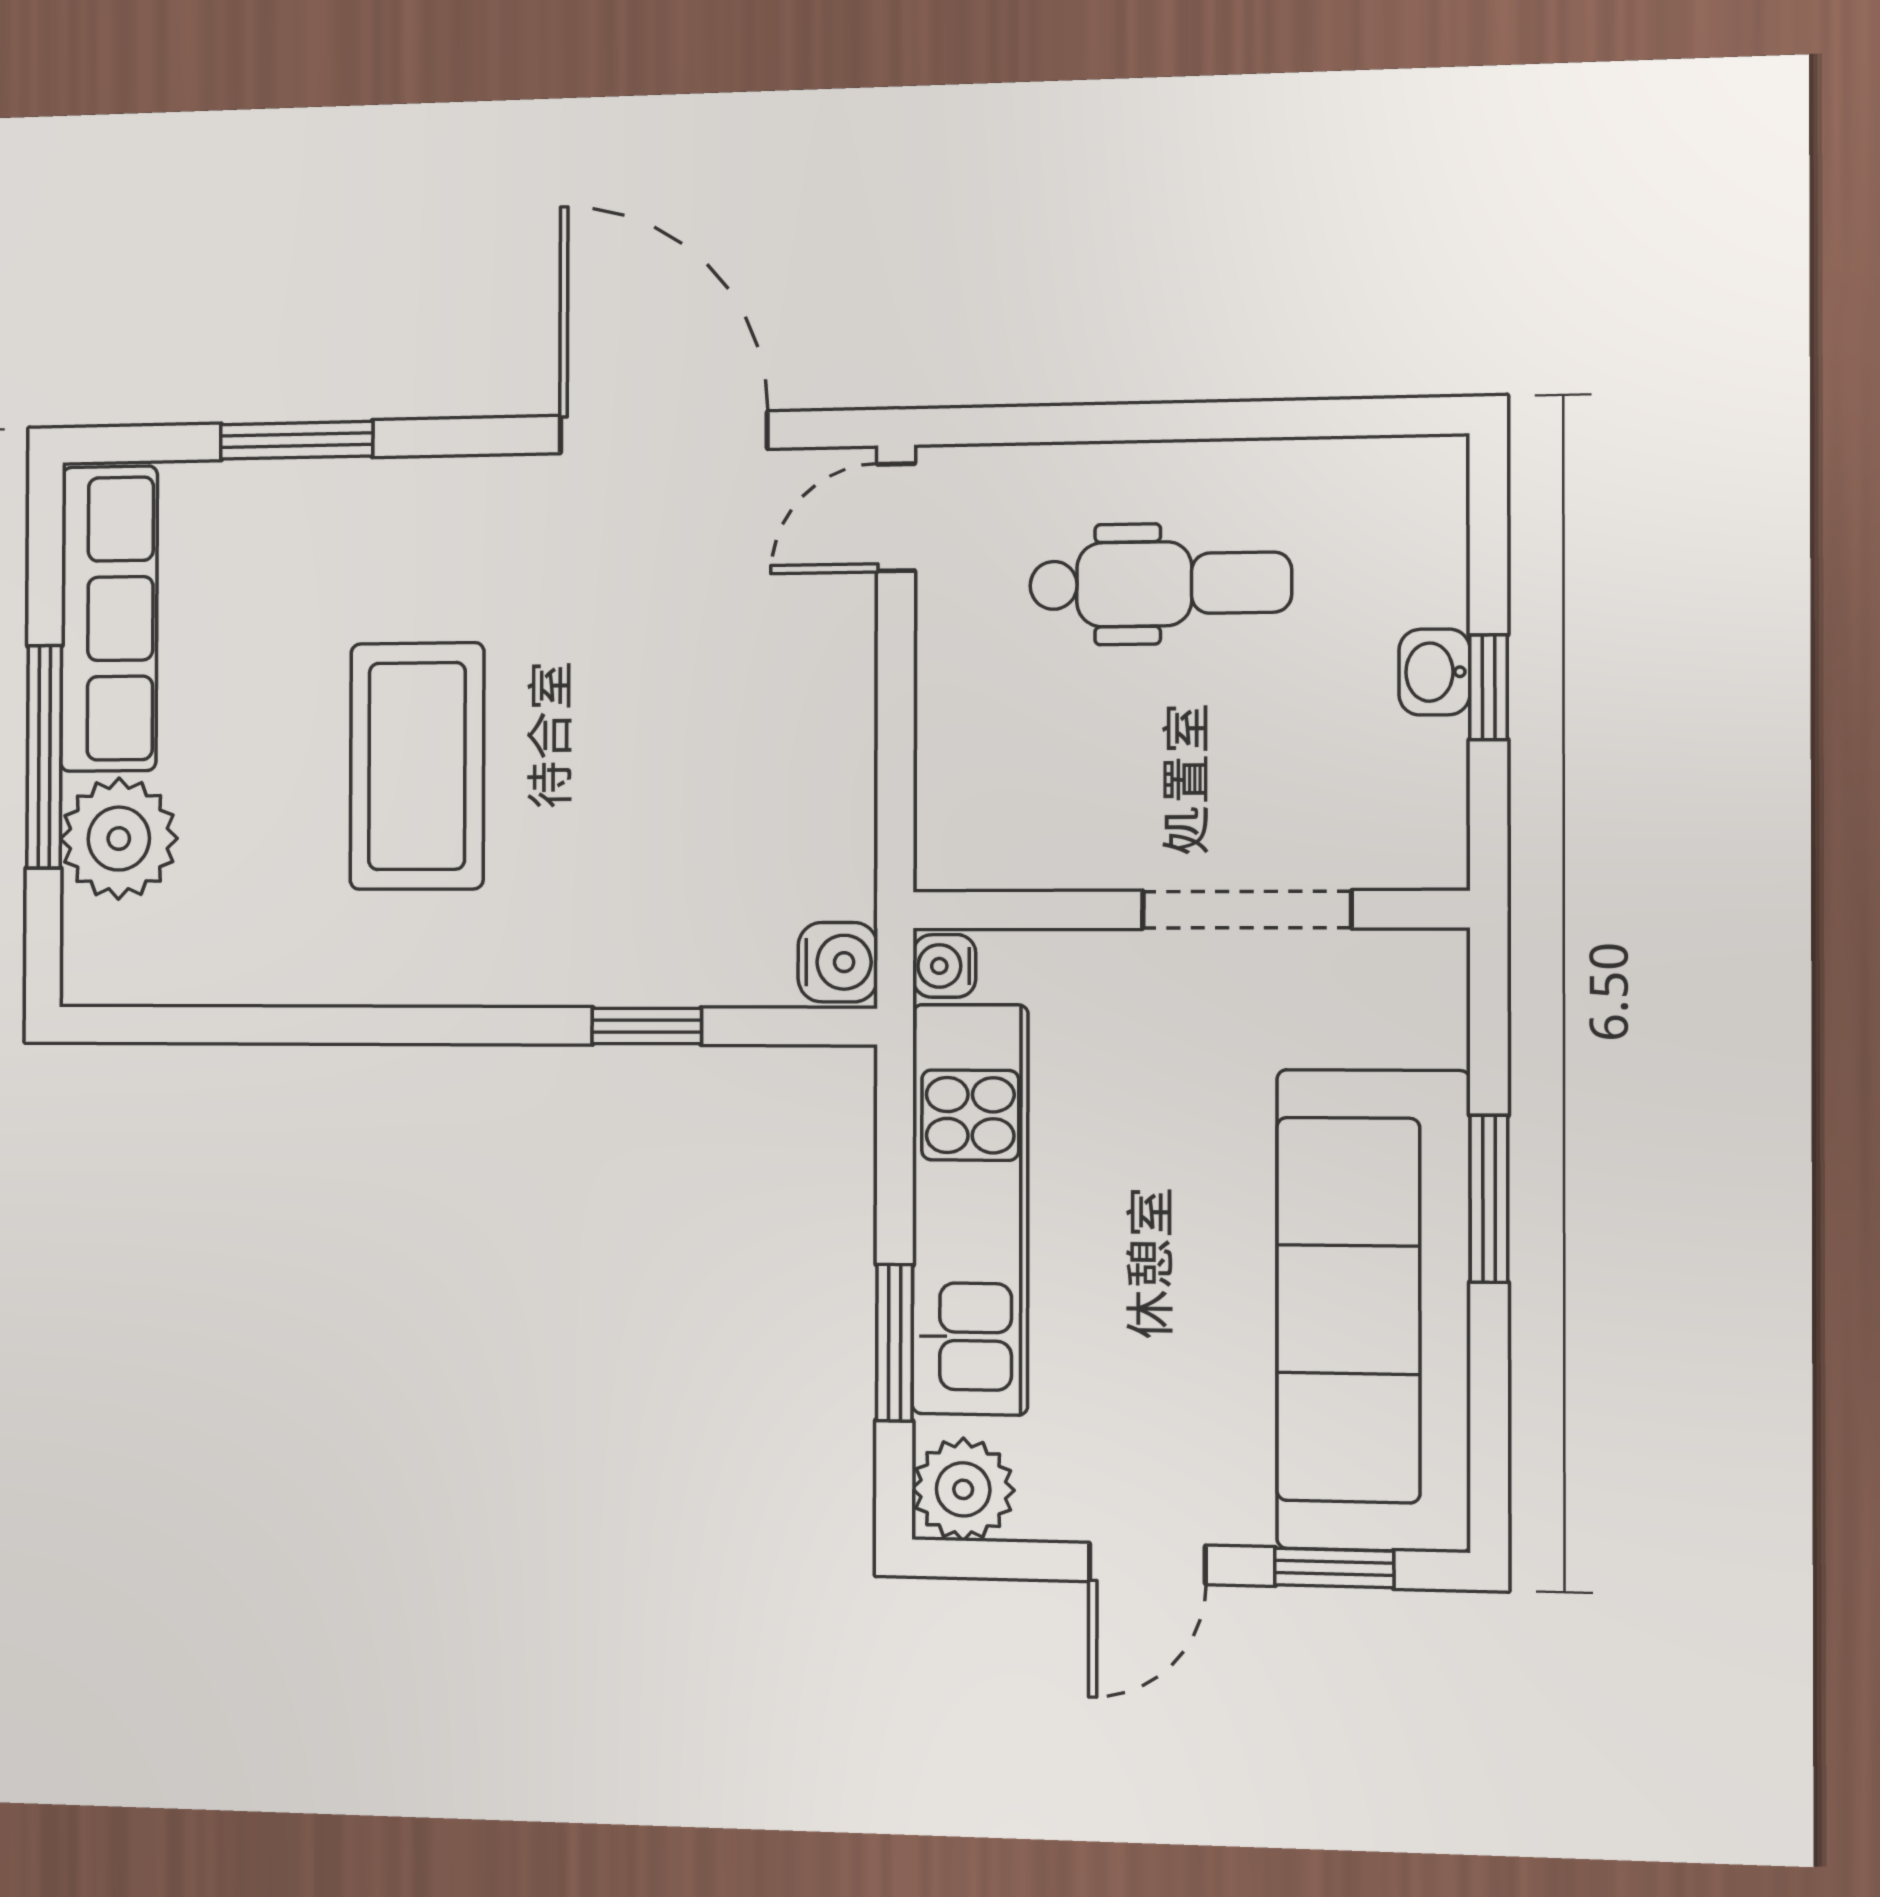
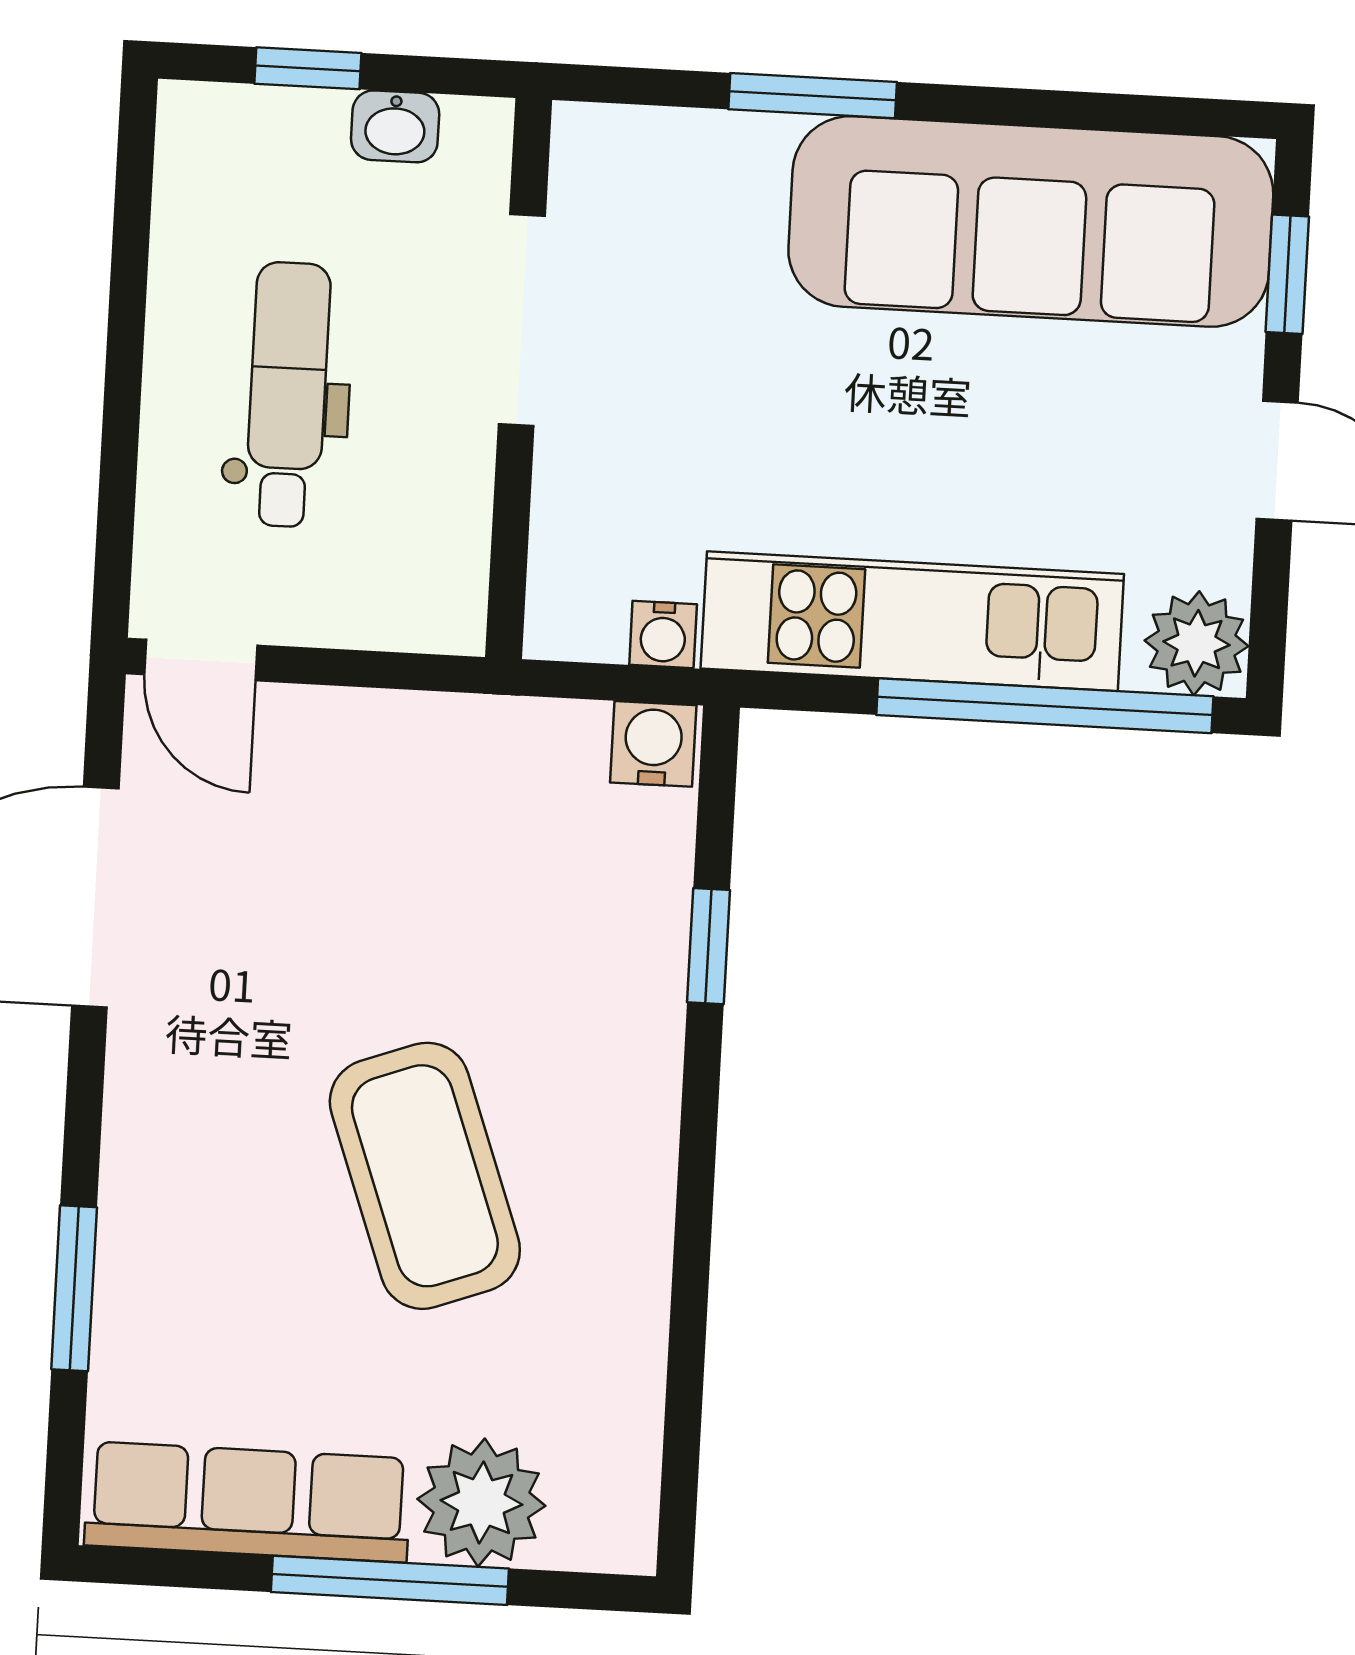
window: (1489, 687) -> (308, 68), moved
coffee table: (417, 766) -> (425, 1176), turned 70
doorway: (1247, 909) -> (522, 320), moved
wall: (1188, 910) -> (519, 378), moved
window: (1489, 1199) -> (813, 96), moved
window: (895, 1343) -> (1045, 706), width x2.11

